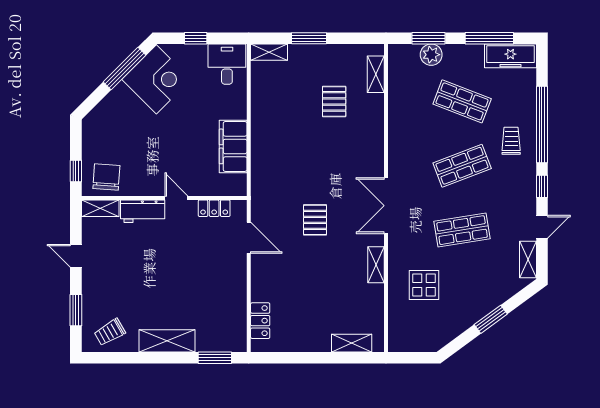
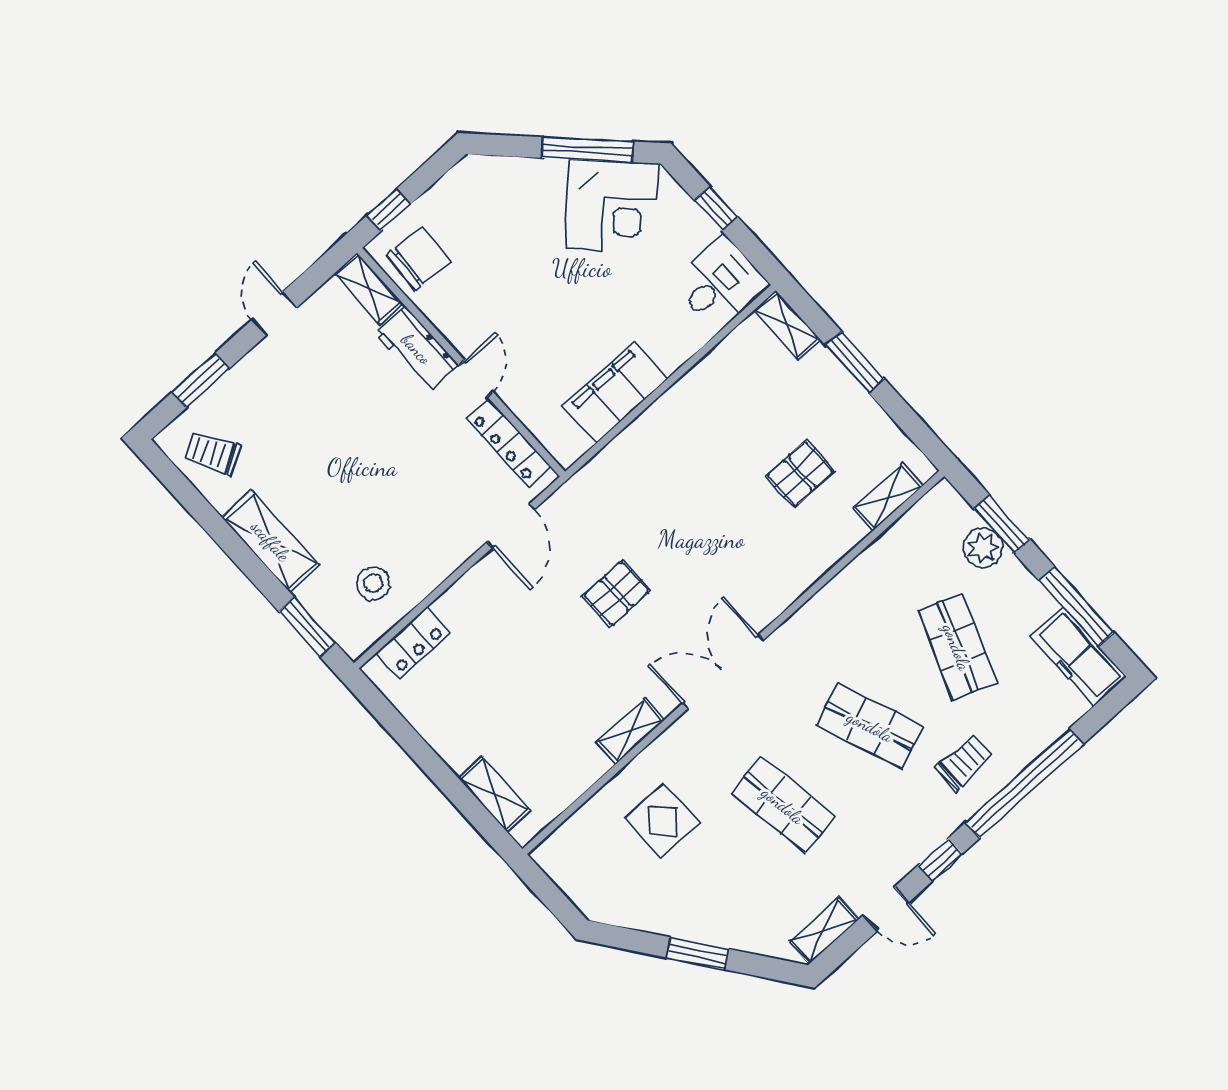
locker: (214, 208) -> (508, 442), width x1.53
stool: (222, 315) -> (373, 583), added

